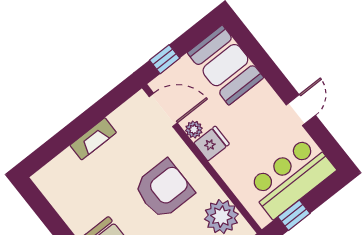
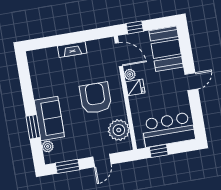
door: (301, 110) -> (191, 82), moved
armchair: (164, 189) -> (96, 98), turned -90

